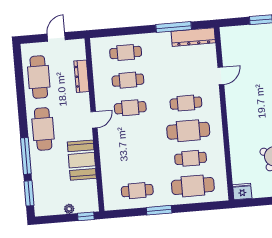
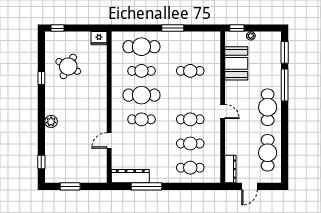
dresser: (82, 76) -> (230, 169), moved
door: (94, 120) -> (223, 111), swing flipped
booth: (82, 160) -> (236, 63), moved
cafe table: (137, 191) -> (190, 71), moved

